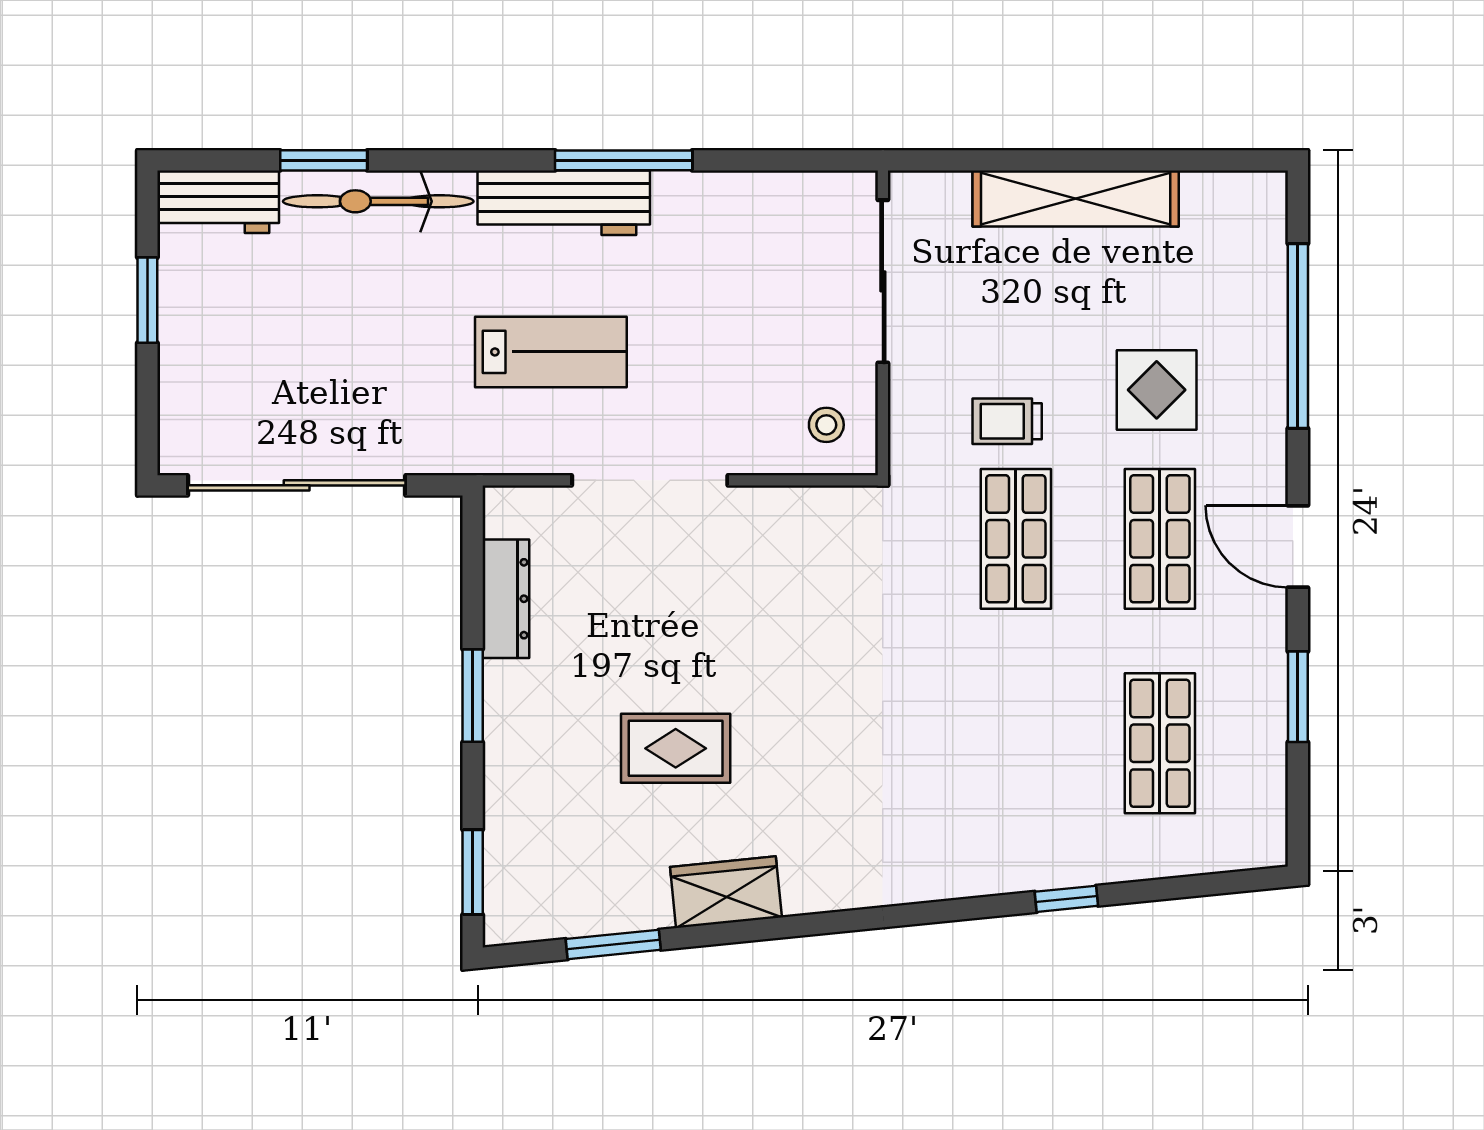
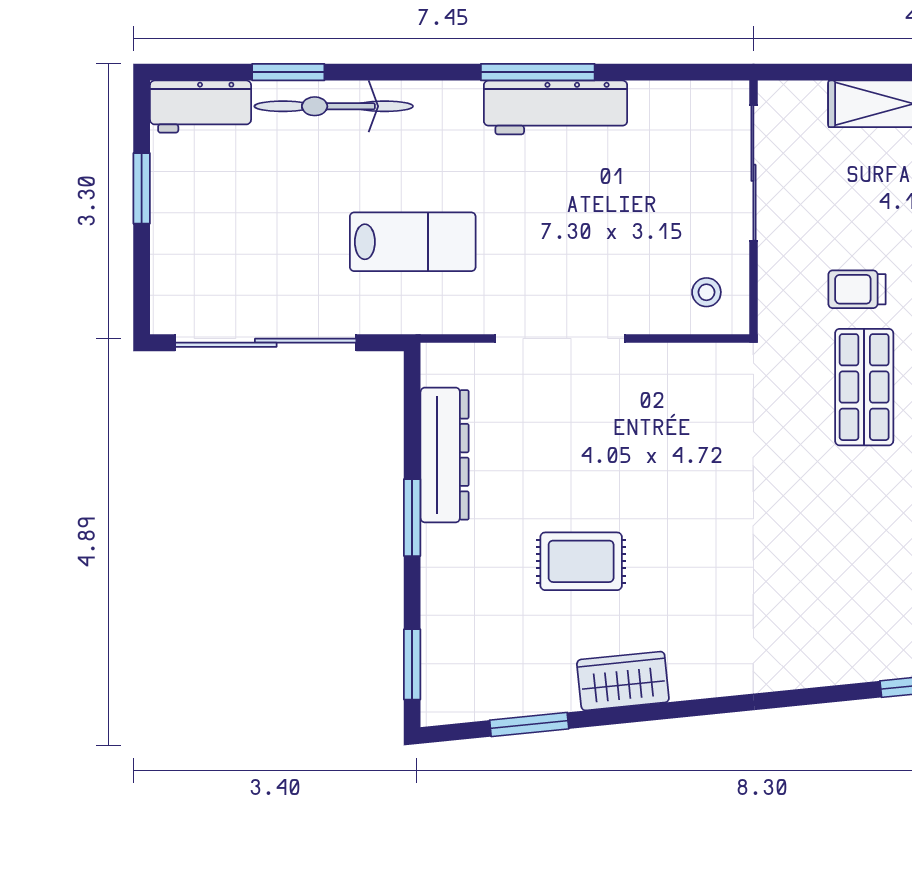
workbench: (564, 203) -> (556, 107), moved
lab bench: (551, 352) -> (413, 242), moved
dresser: (506, 599) -> (445, 455), width x1.37, depth x1.24

